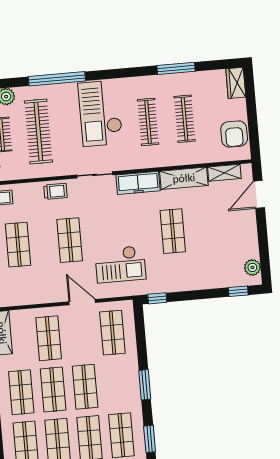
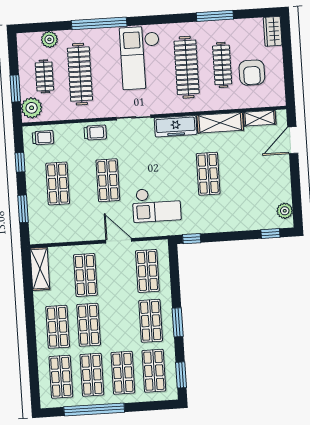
clothes rail: (148, 122) -> (187, 67), width x1.37, depth x1.31
armchair: (234, 134) -> (252, 73), moved
shop shelf: (85, 387) -> (151, 321), moved

